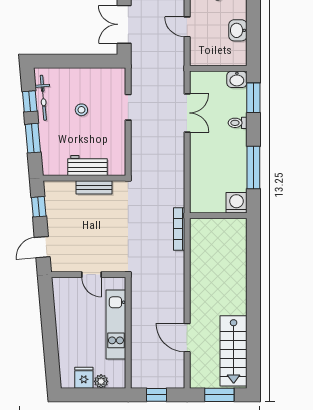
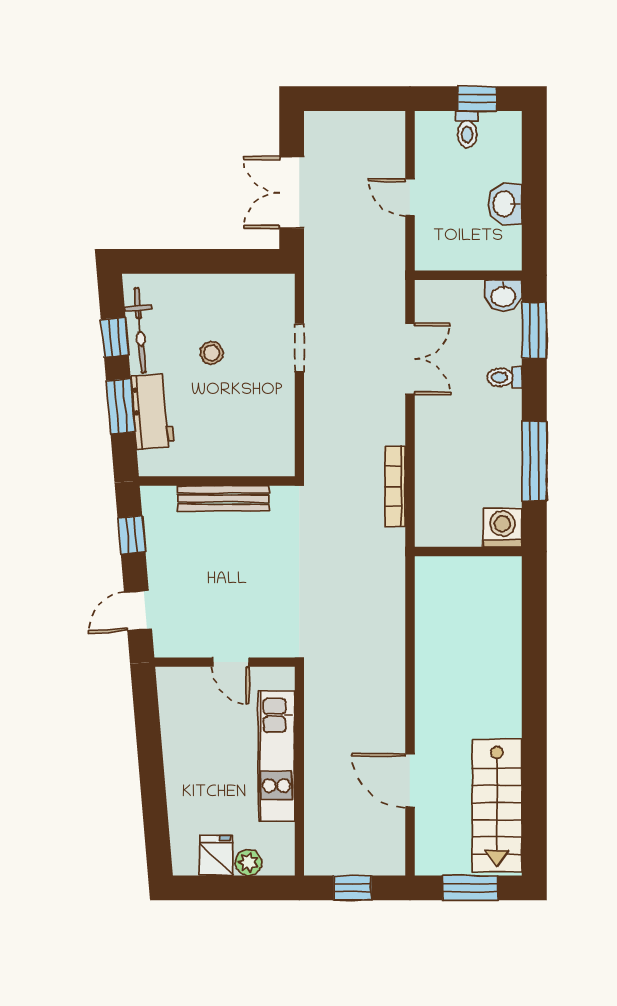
workbench: (87, 165) -> (152, 411), moved, turned 85
bench: (94, 187) -> (223, 498), width x1.36
bookcase: (179, 229) -> (395, 486), moved

